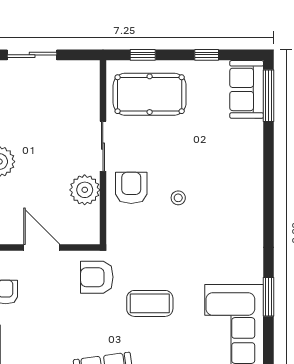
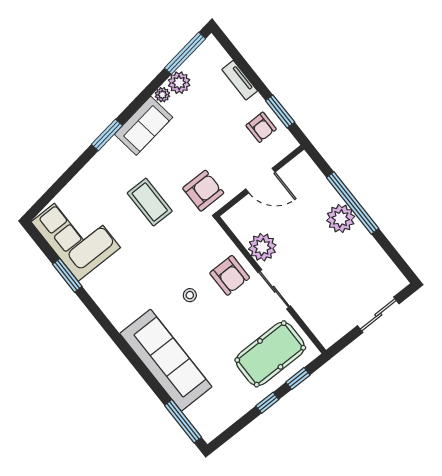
window: (207, 55) -> (267, 403), moved
sofa: (247, 89) -> (166, 360), moved, width x1.85, depth x1.27
coffee table: (150, 303) -> (150, 202), turned 90

